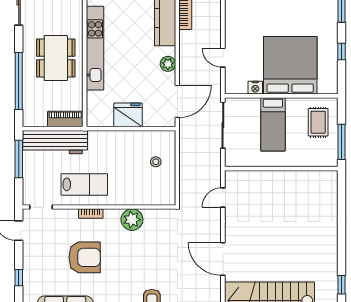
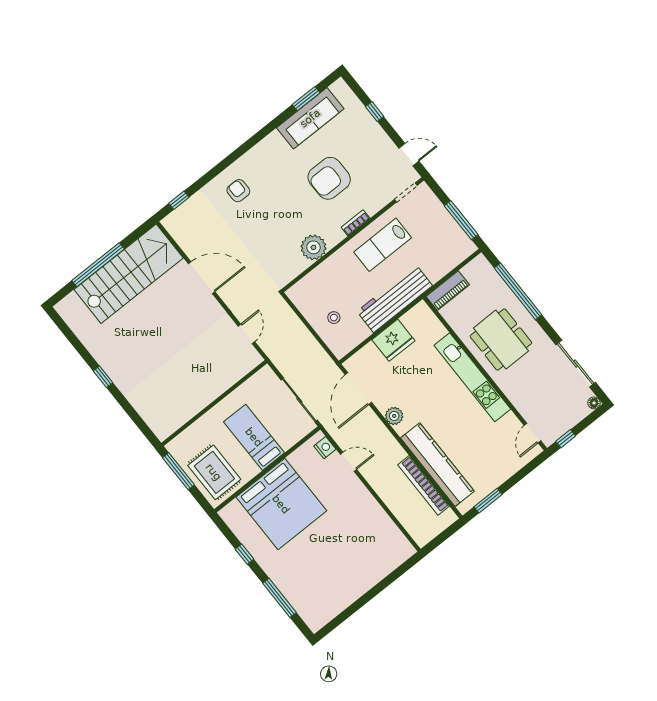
nightstand: (255, 88) -> (325, 448), moved, turned 90
rug: (318, 122) -> (214, 472), width x1.36, depth x1.43
workbench: (55, 142) -> (395, 298), moved
window: (342, 285) -> (103, 377), moved

